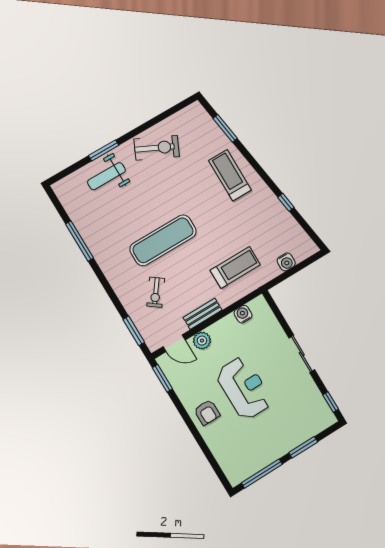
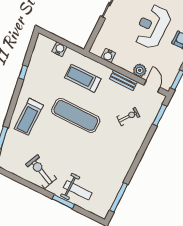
exercise mat: (163, 240) -> (76, 115), moved
window: (80, 241) -> (119, 197), moved

